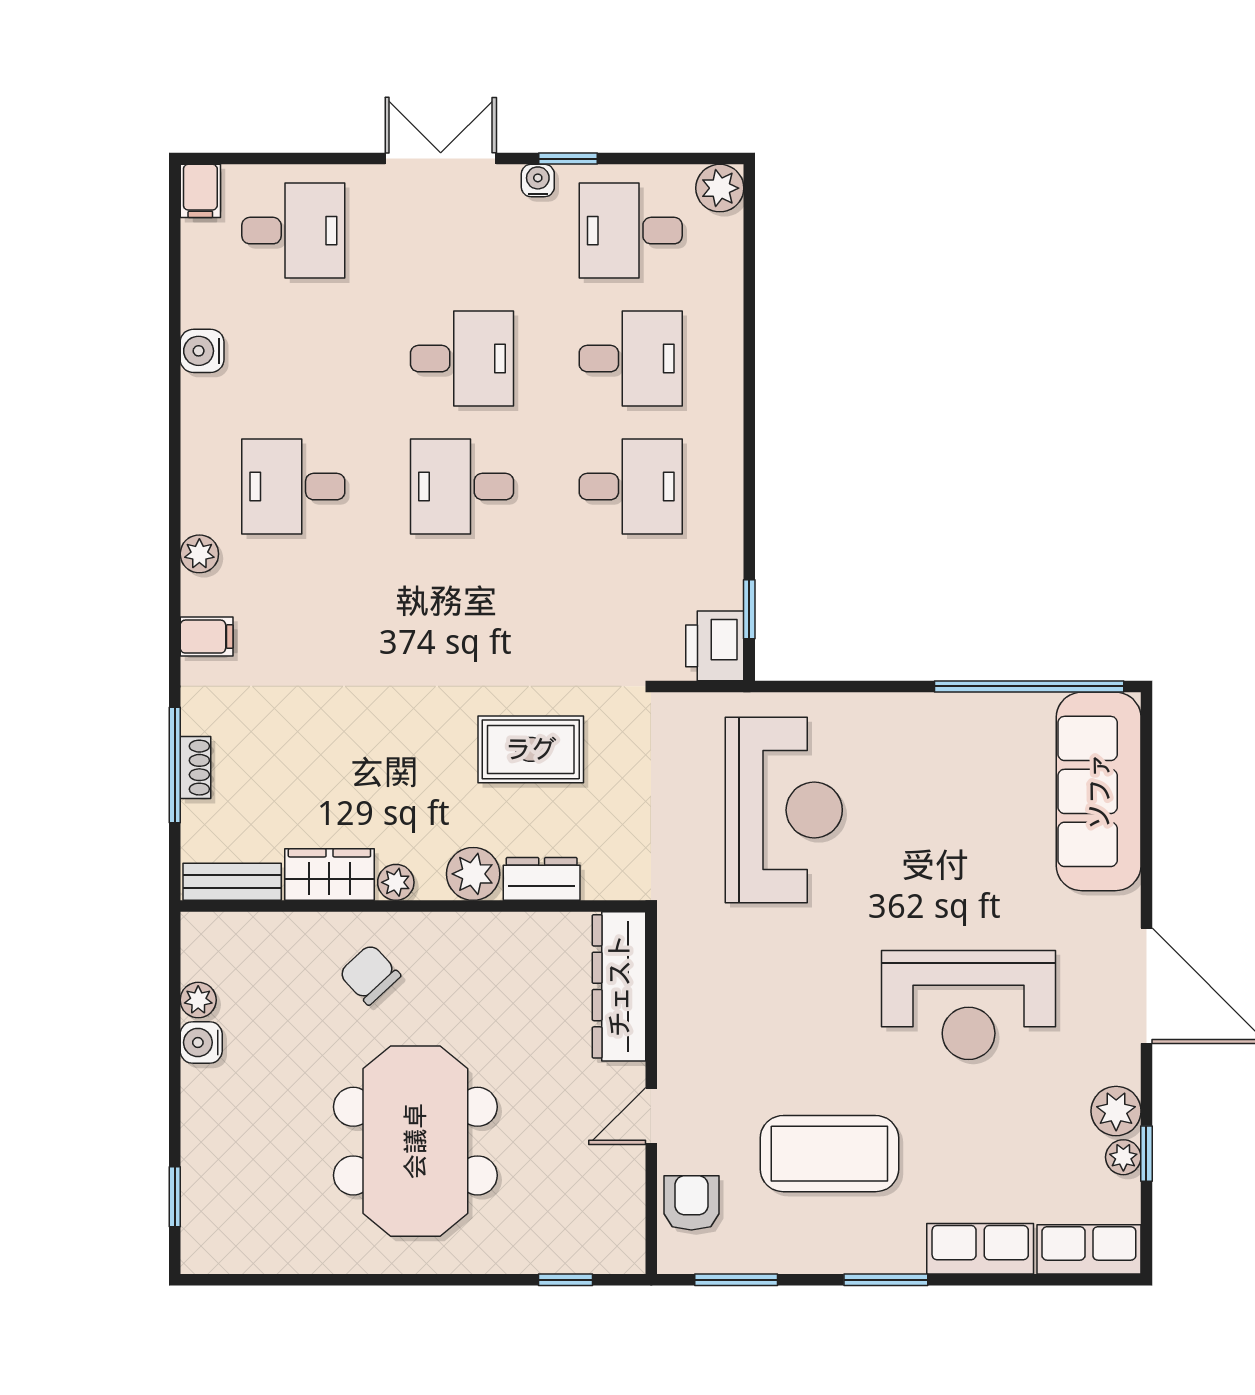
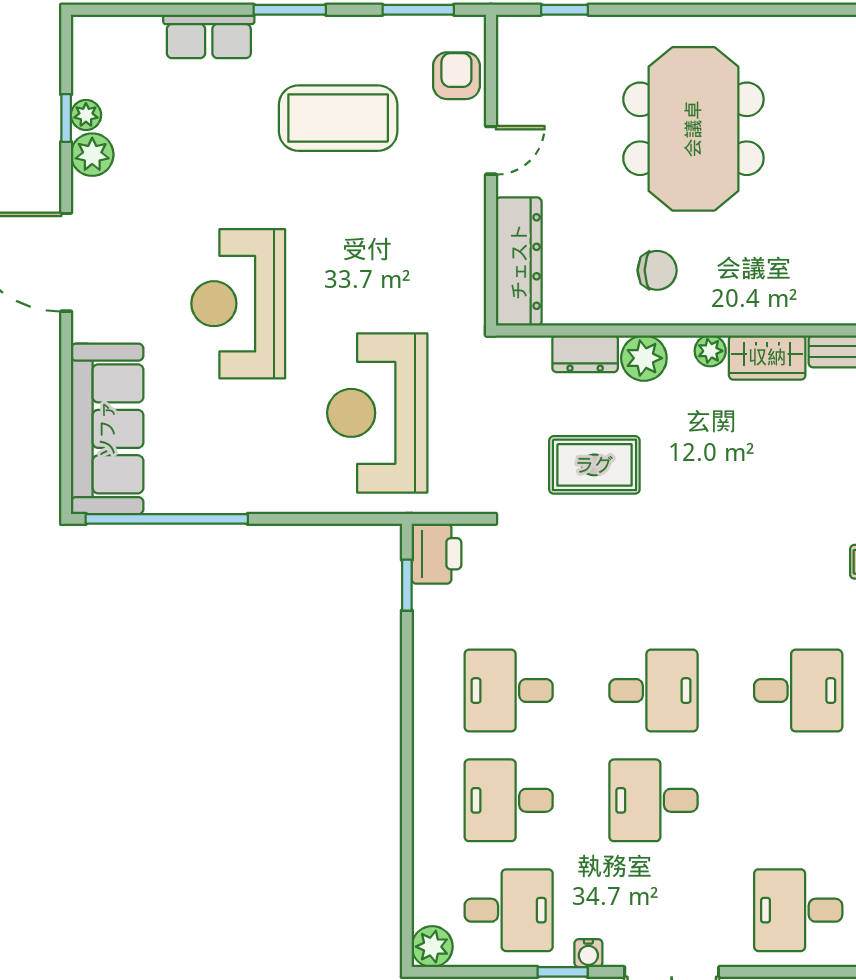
chair: (370, 974) -> (657, 270), moved, turned -47
reception desk: (969, 1005) -> (238, 304), moved, turned -90
armchair: (691, 1203) -> (456, 76), turned 180
row of seats: (1089, 1249) -> (115, 36), removed

